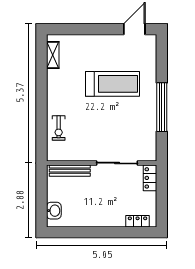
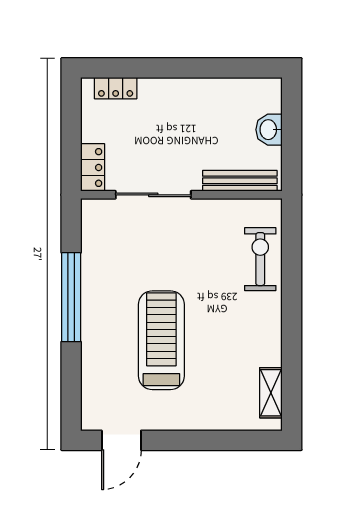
treadmill: (113, 84) -> (161, 340), turned 90
exercise bike: (59, 128) -> (260, 259), width x1.38, depth x1.39
washbasin: (54, 211) -> (269, 130), moved

